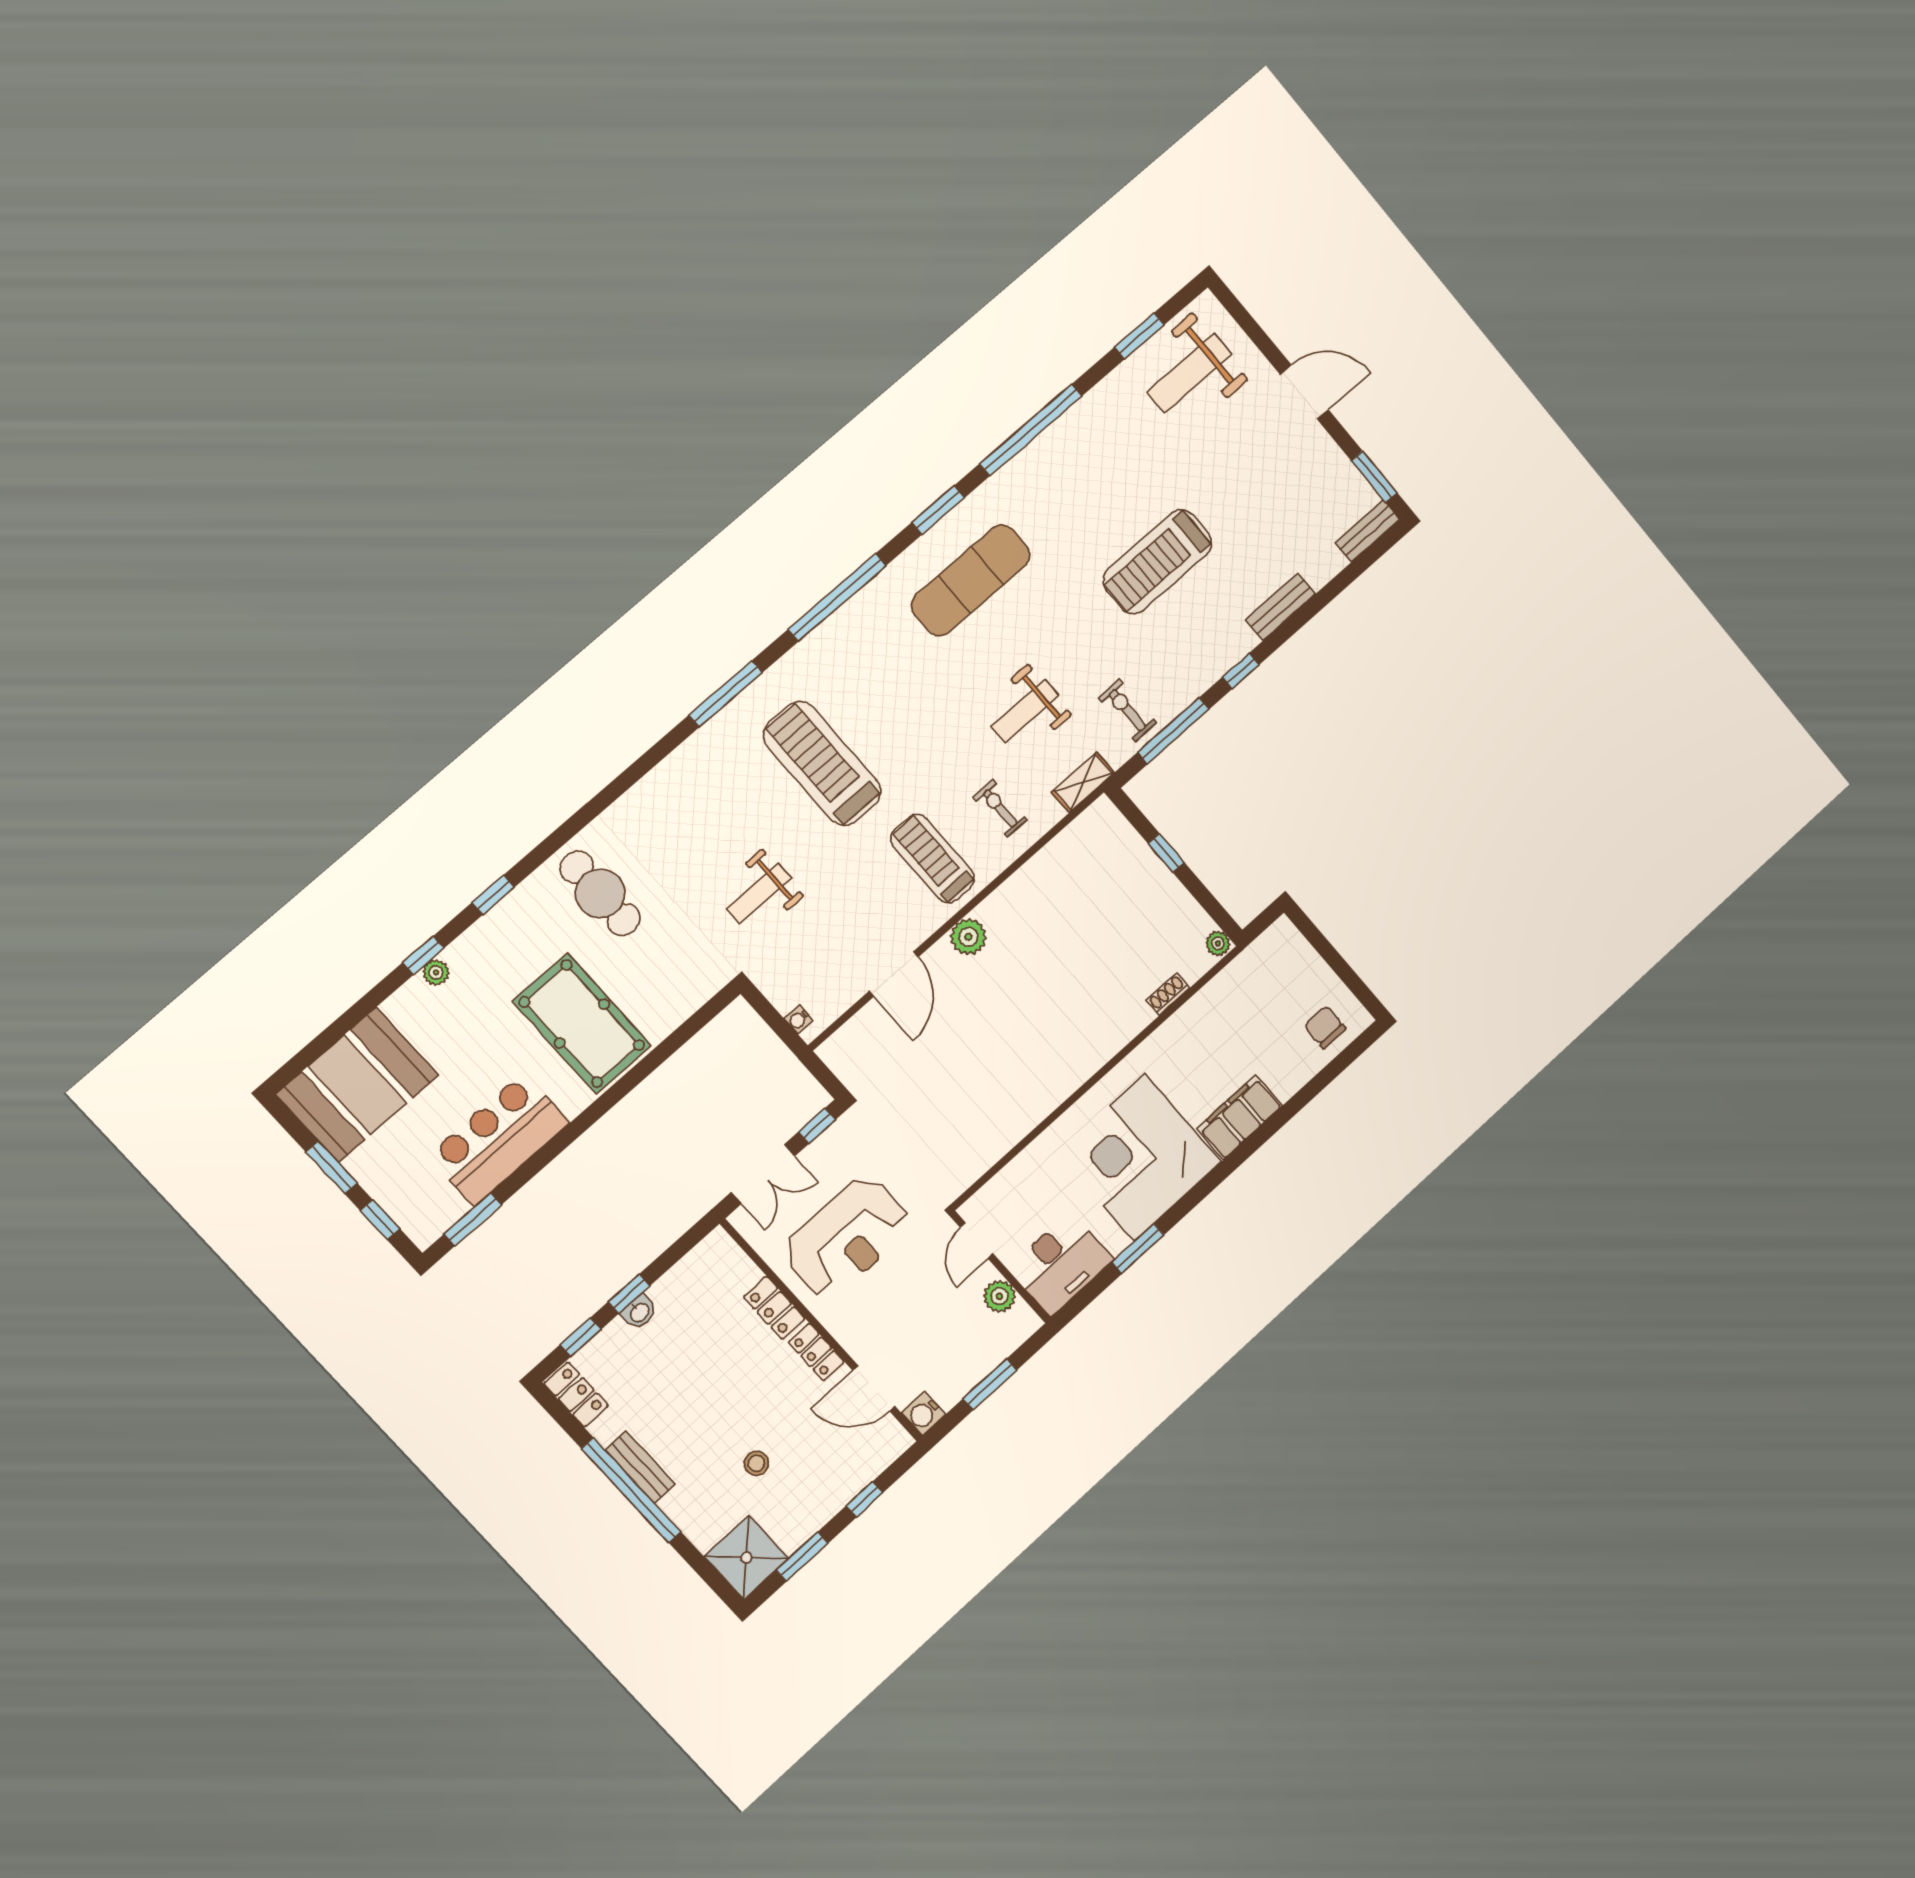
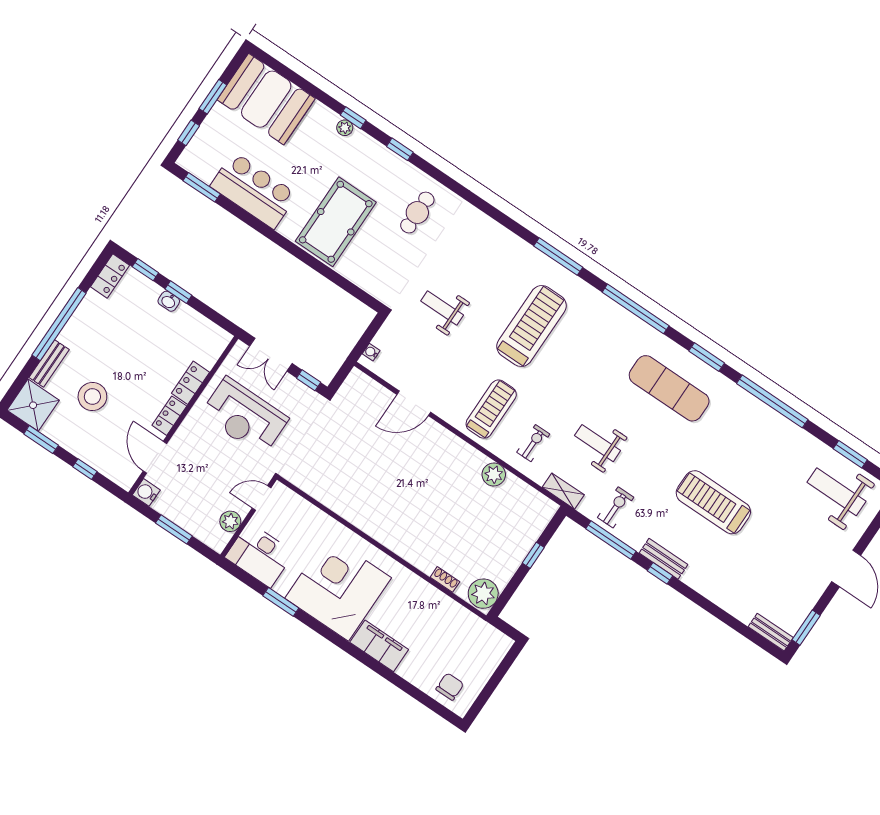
bench: (1280, 607) -> (664, 559), moved
cafe table: (600, 893) -> (417, 213), width x0.73, depth x0.74
plant: (968, 937) -> (494, 474), moved
plant: (1218, 943) -> (483, 594), width x1.87, depth x1.87
stool: (756, 1463) -> (92, 396), width x1.89, depth x1.89
bench: (640, 1467) -> (49, 363), moved

